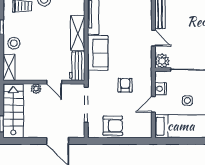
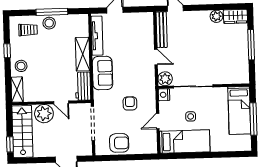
plant: (36, 89) -> (44, 114), width x1.88, depth x1.88
nightstand: (161, 89) -> (164, 95), moved

